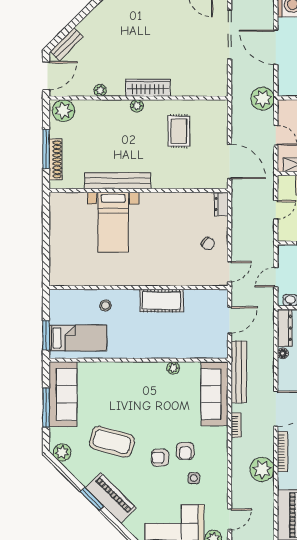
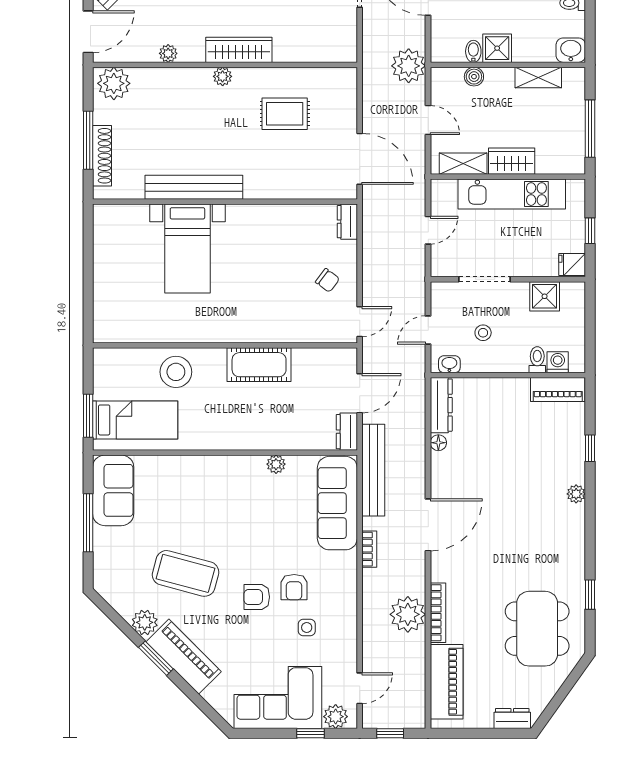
rug: (179, 131) -> (285, 114), turned 90
stool: (105, 305) -> (176, 372), width x1.89, depth x1.89
dresser: (221, 346) -> (347, 432), added
sofa: (63, 394) -> (113, 490), width x0.73
bookcase: (282, 452) -> (438, 613), moved
plant: (62, 453) -> (145, 622), moved

